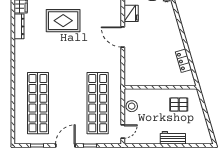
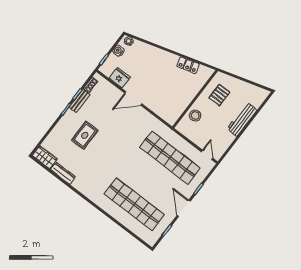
rug: (63, 21) -> (85, 135), width x0.73, depth x0.70
stool: (132, 106) -> (195, 116), moved
workbench: (173, 138) -> (242, 119), width x1.38

